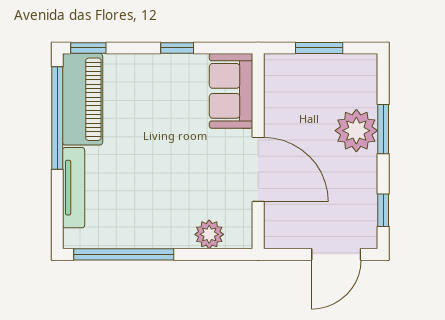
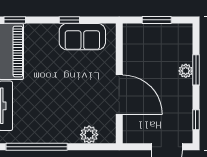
sofa: (231, 91) -> (82, 37), moved, turned -90
plant: (356, 131) -> (186, 71), width x0.53, depth x0.53

